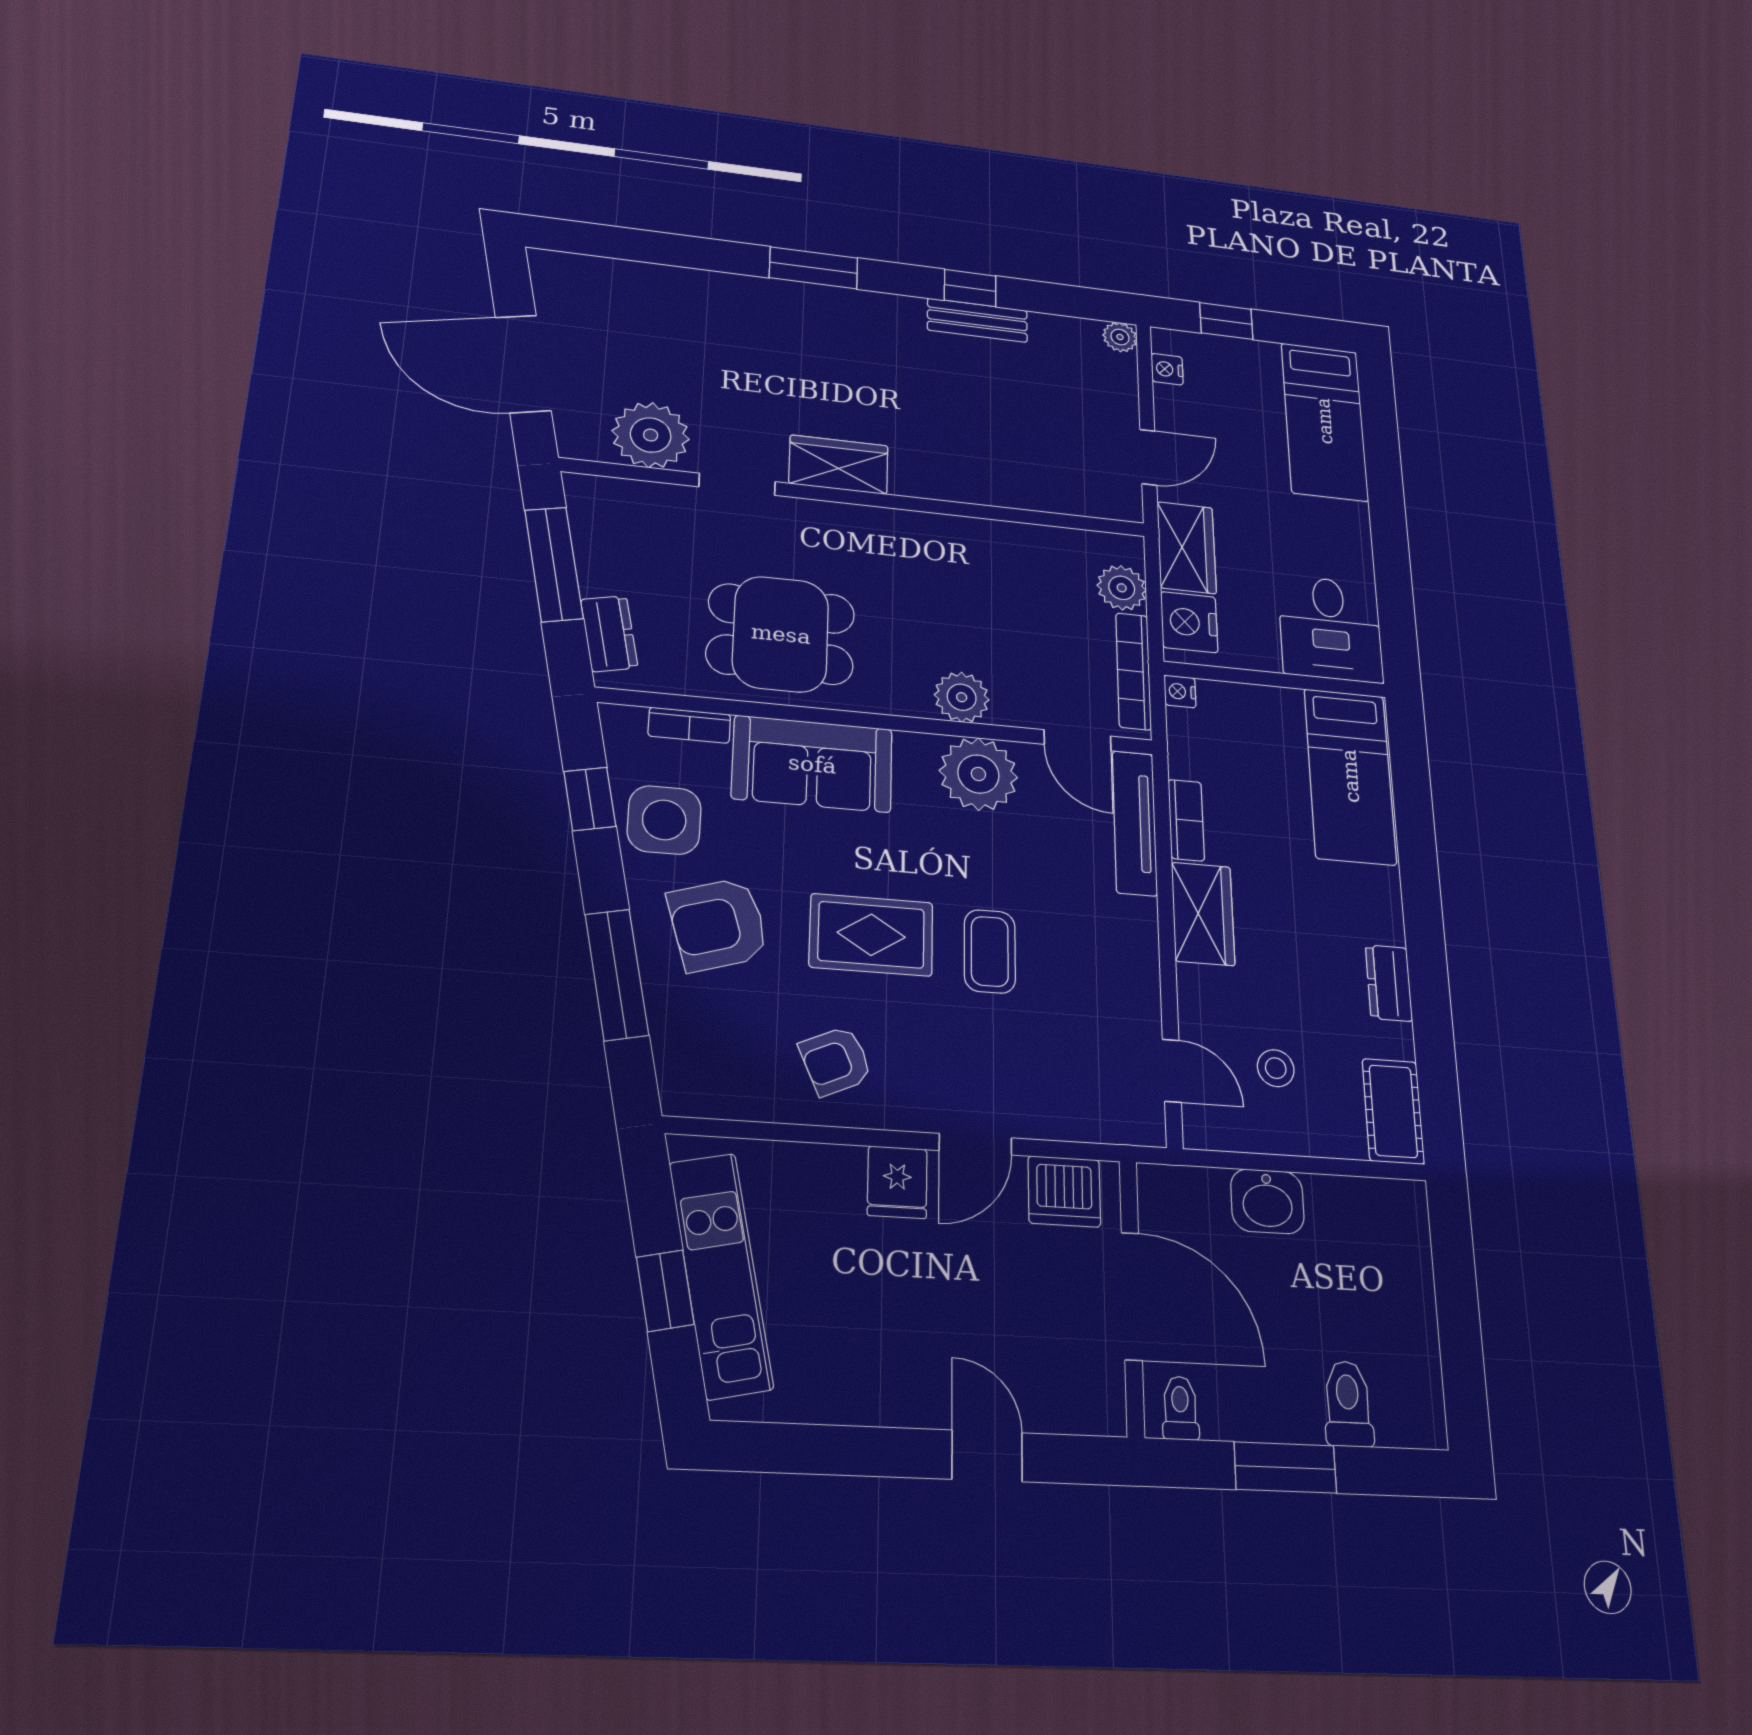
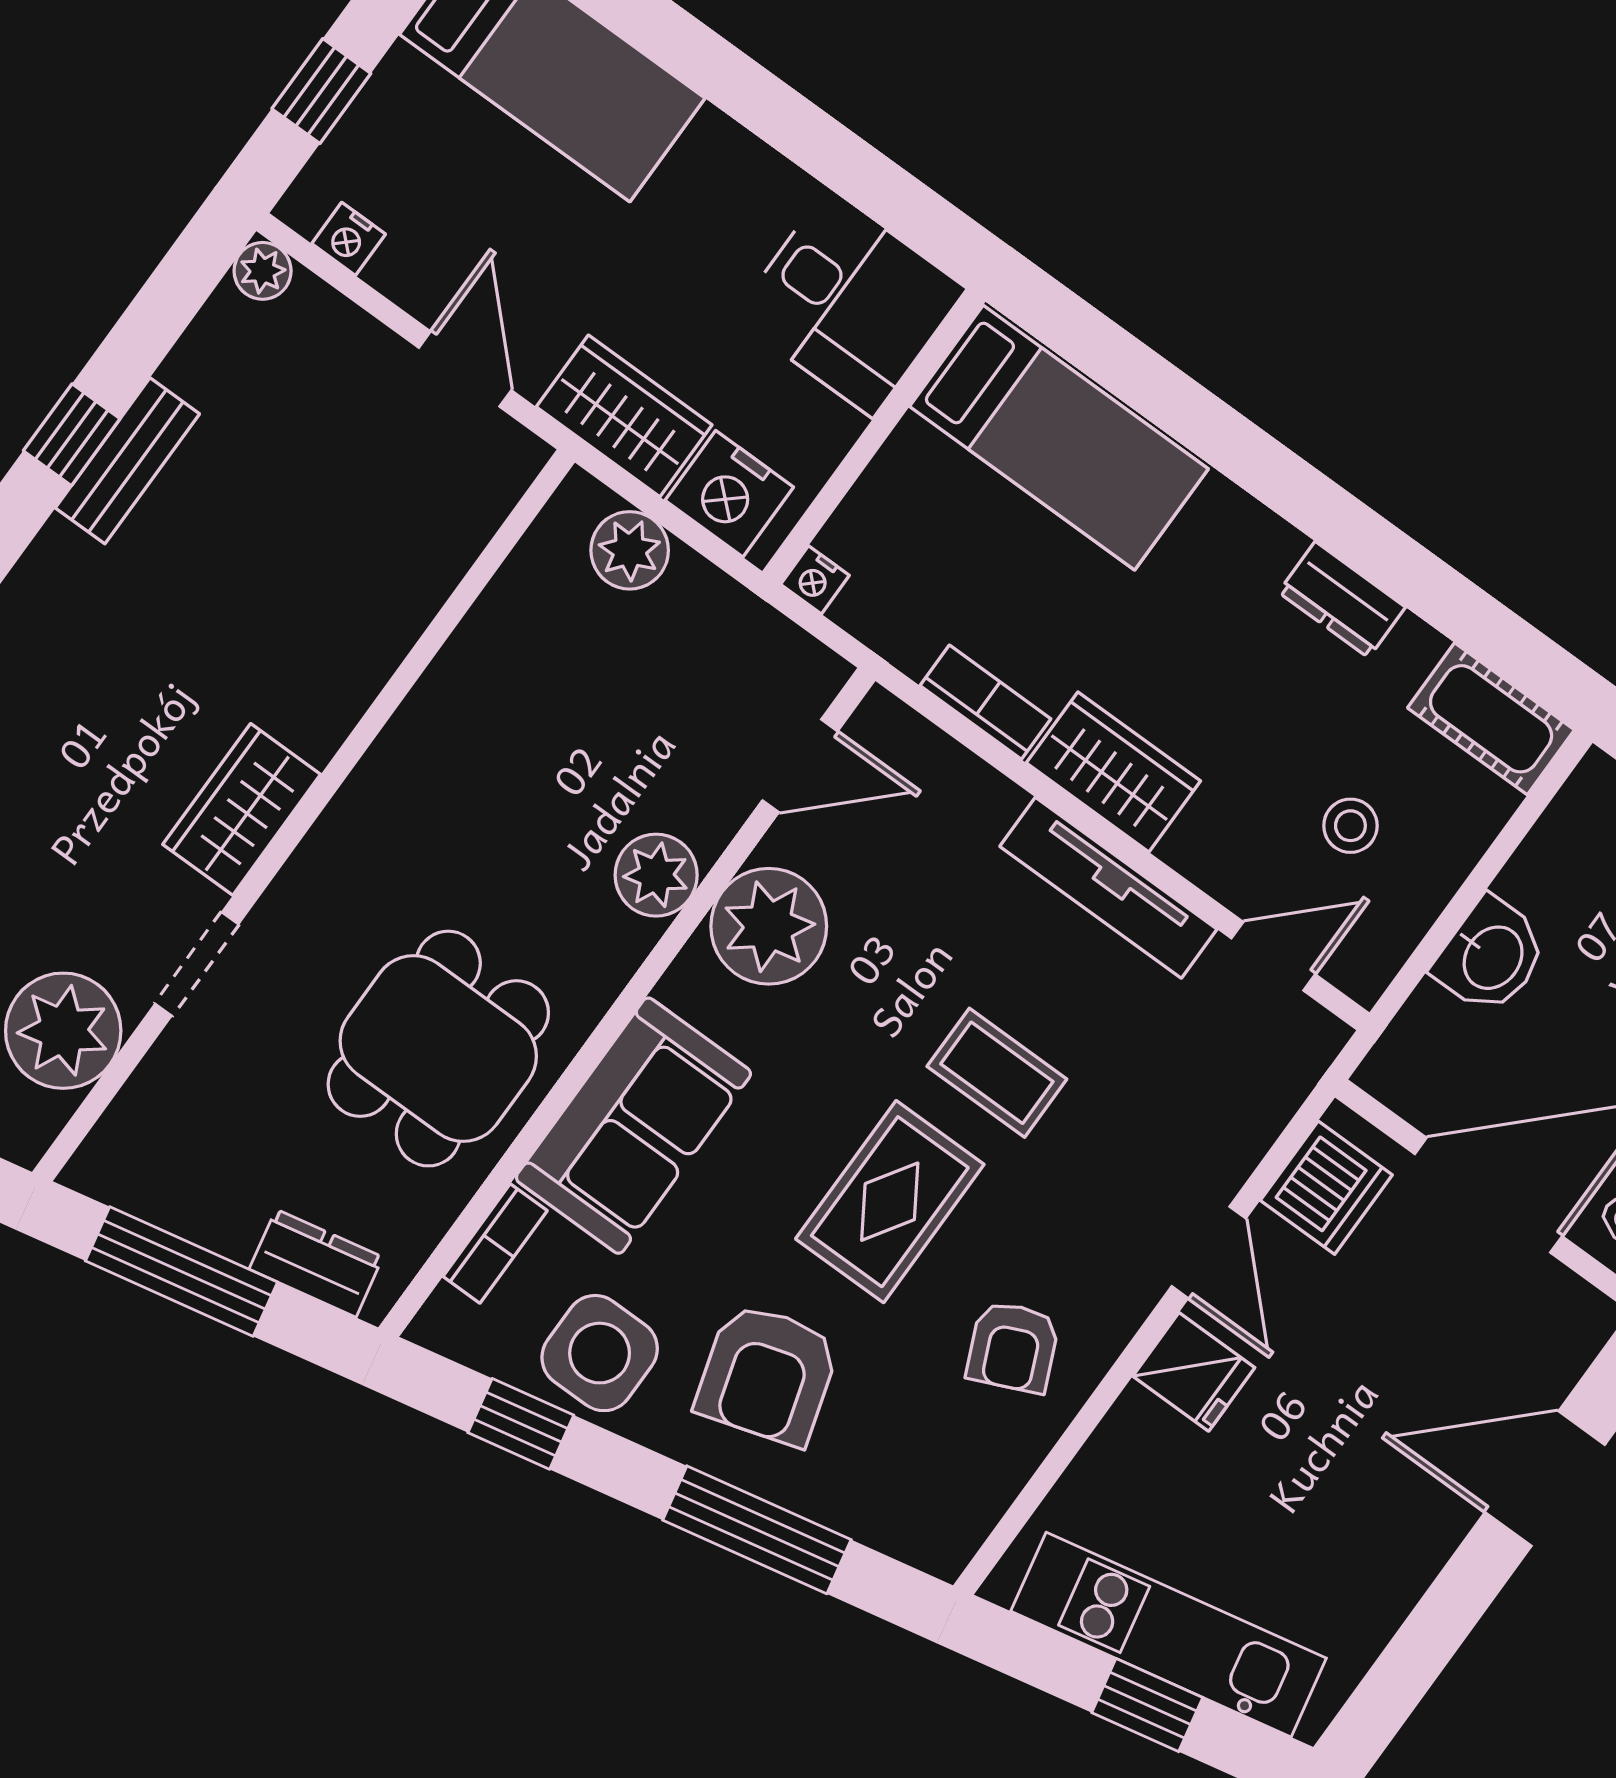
bookcase: (1134, 671) -> (752, 622), removed
tv unit: (1135, 823) -> (1108, 888), moved
door: (987, 1456) -> (1545, 1478), width x1.38

